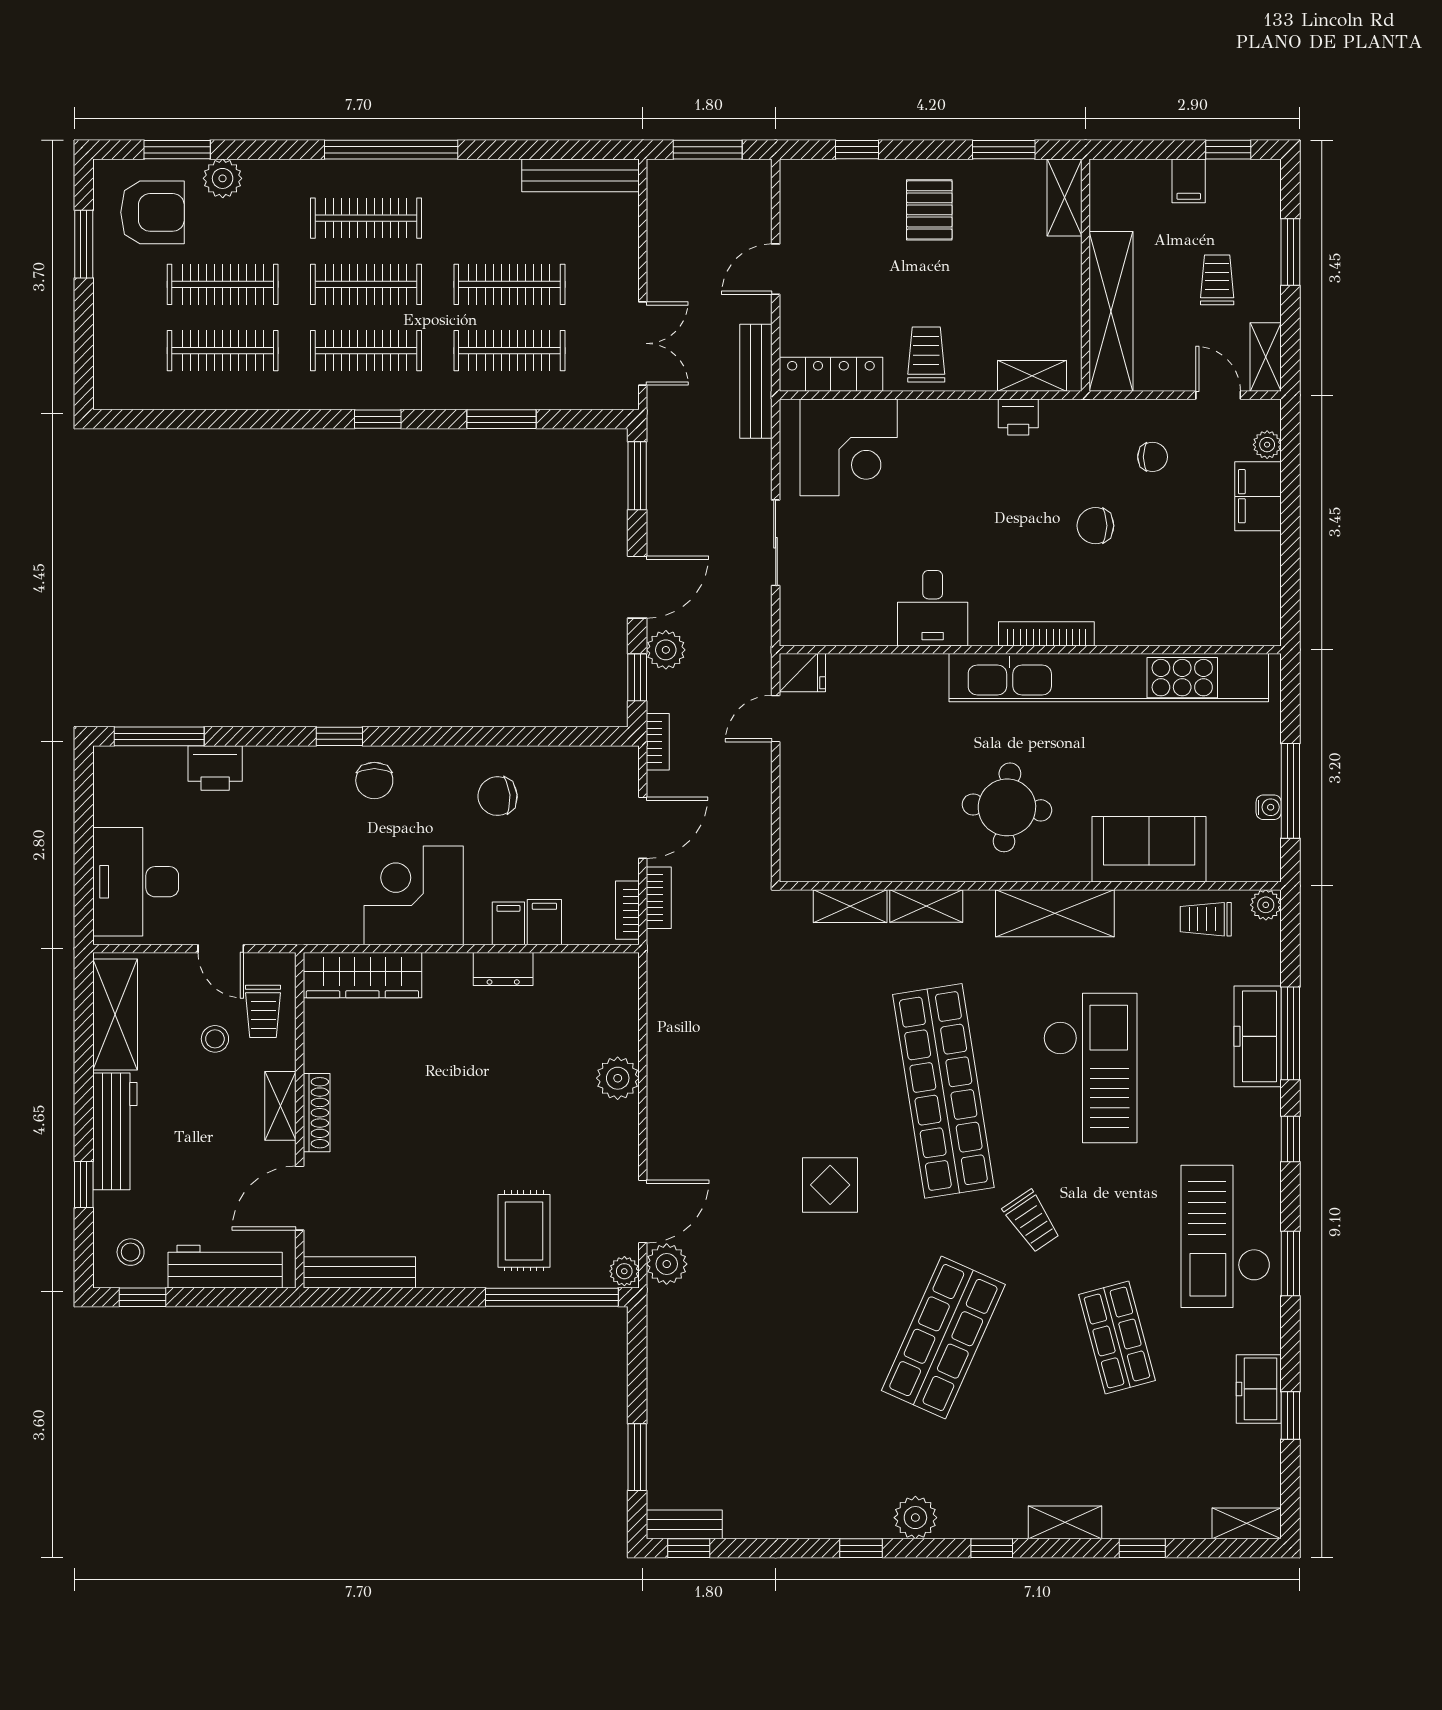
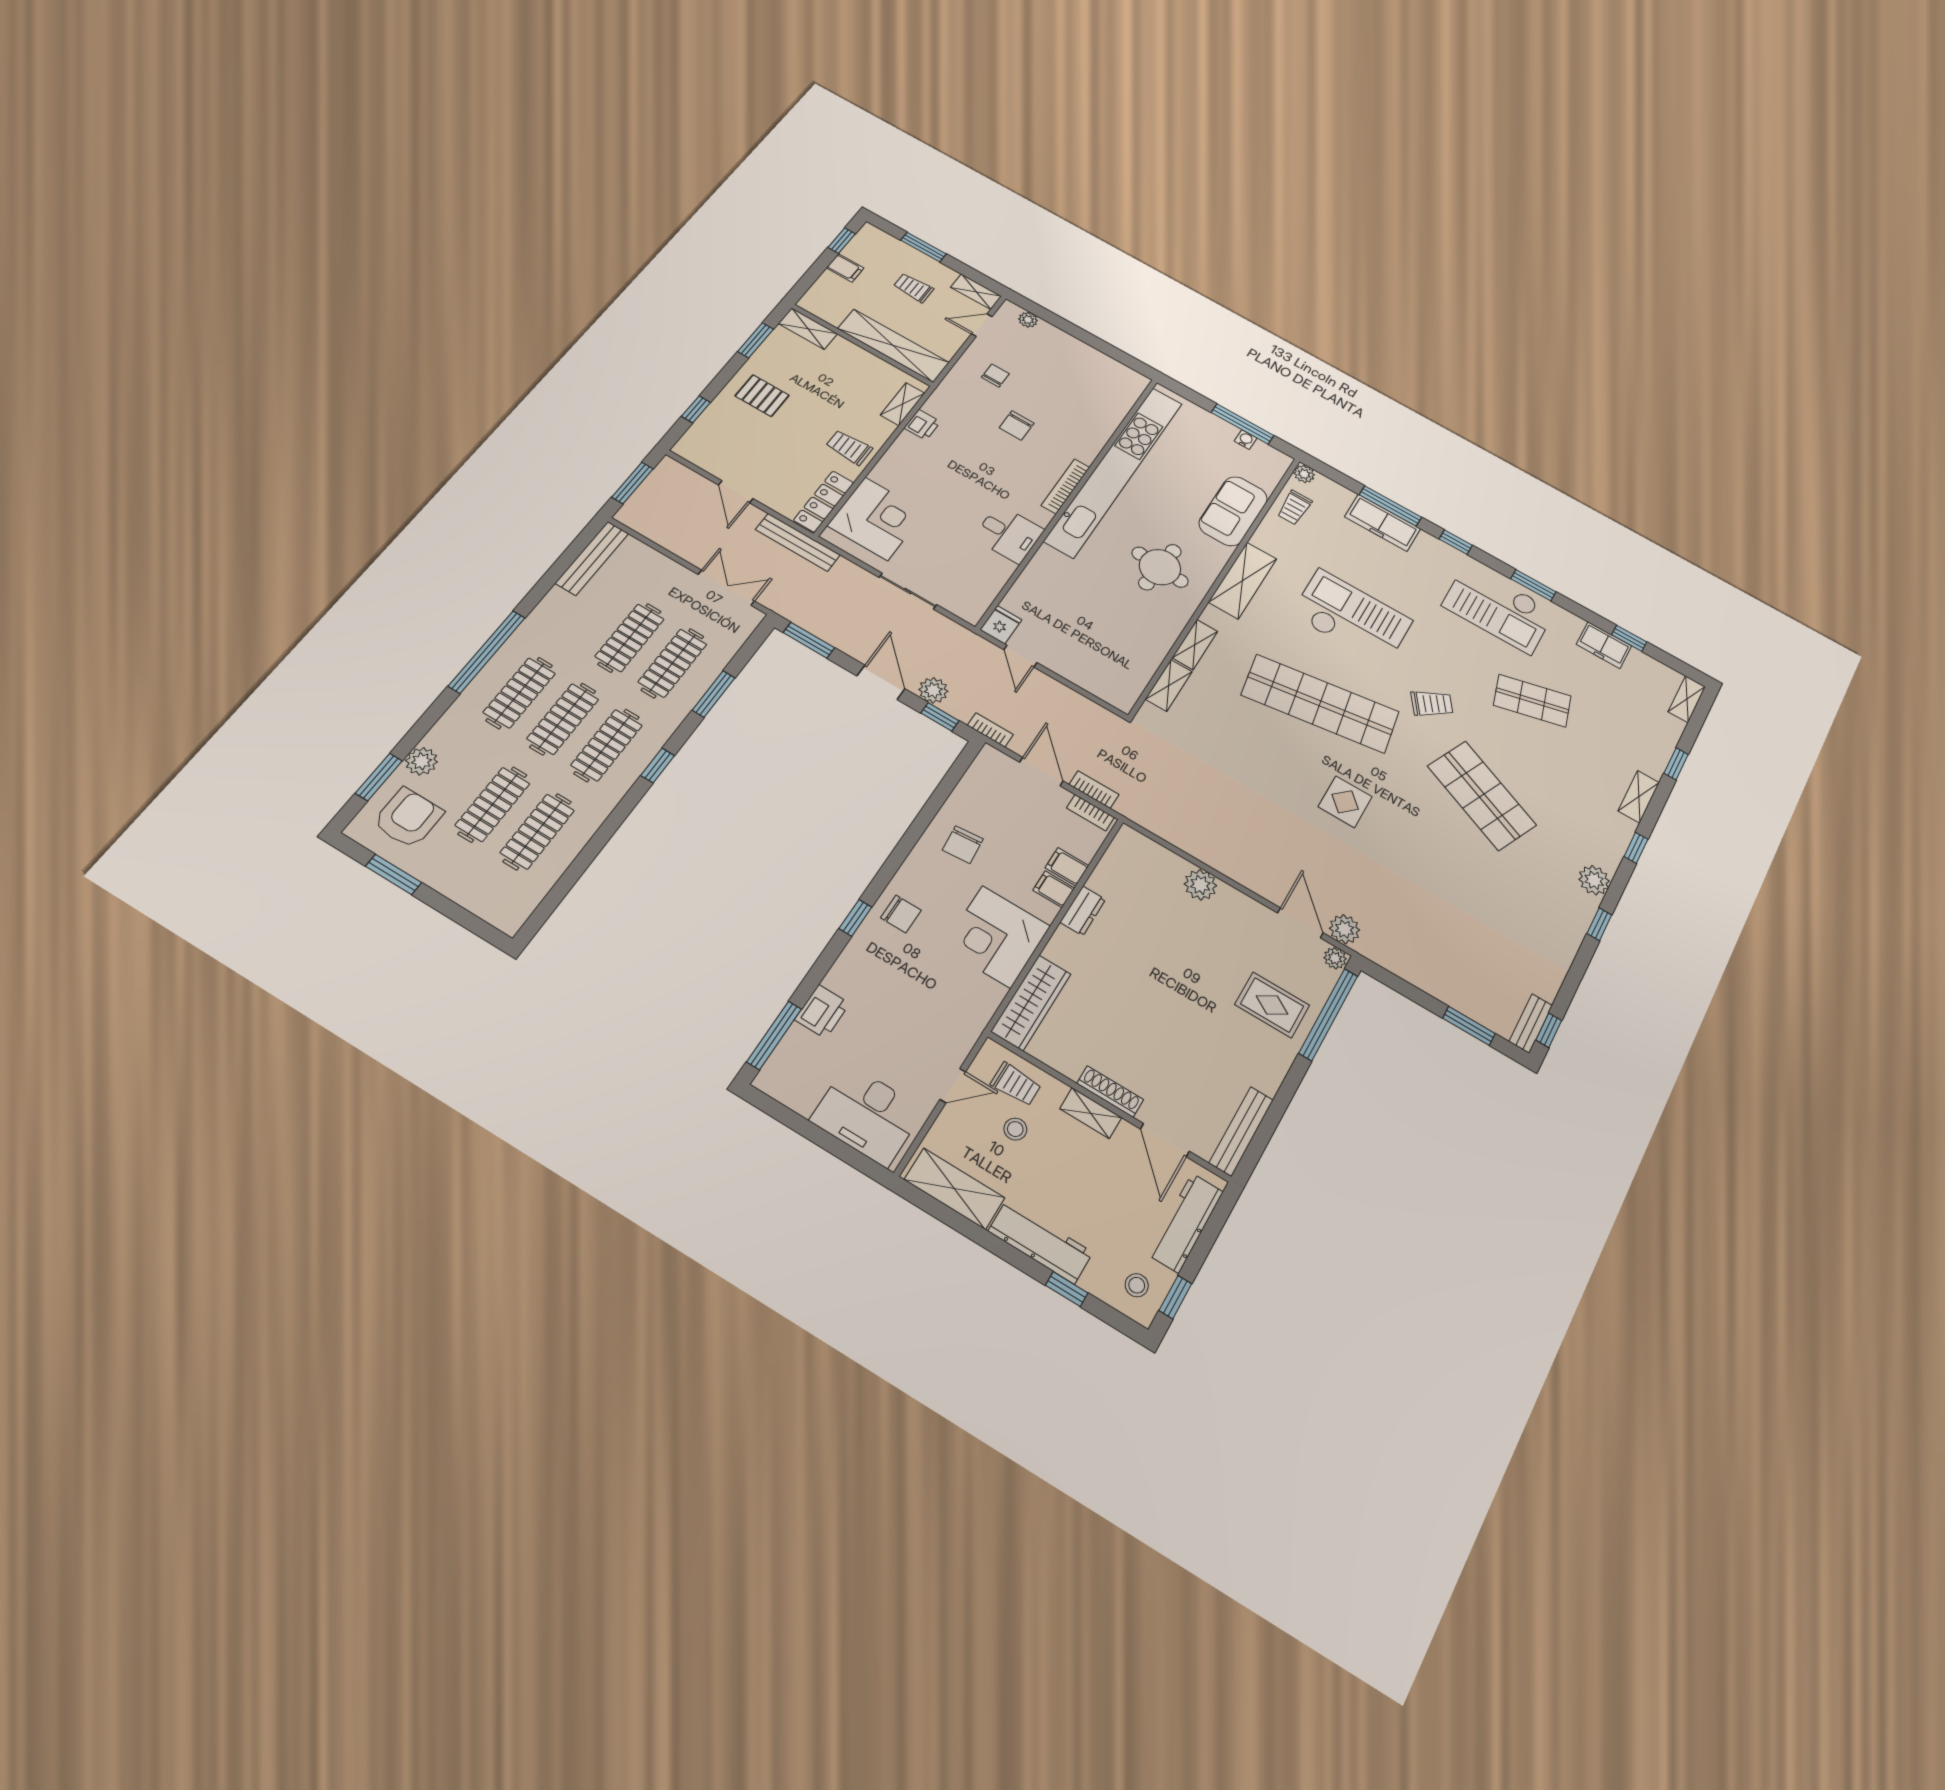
filing cabinet: (1258, 496) -> (1055, 341), removed

